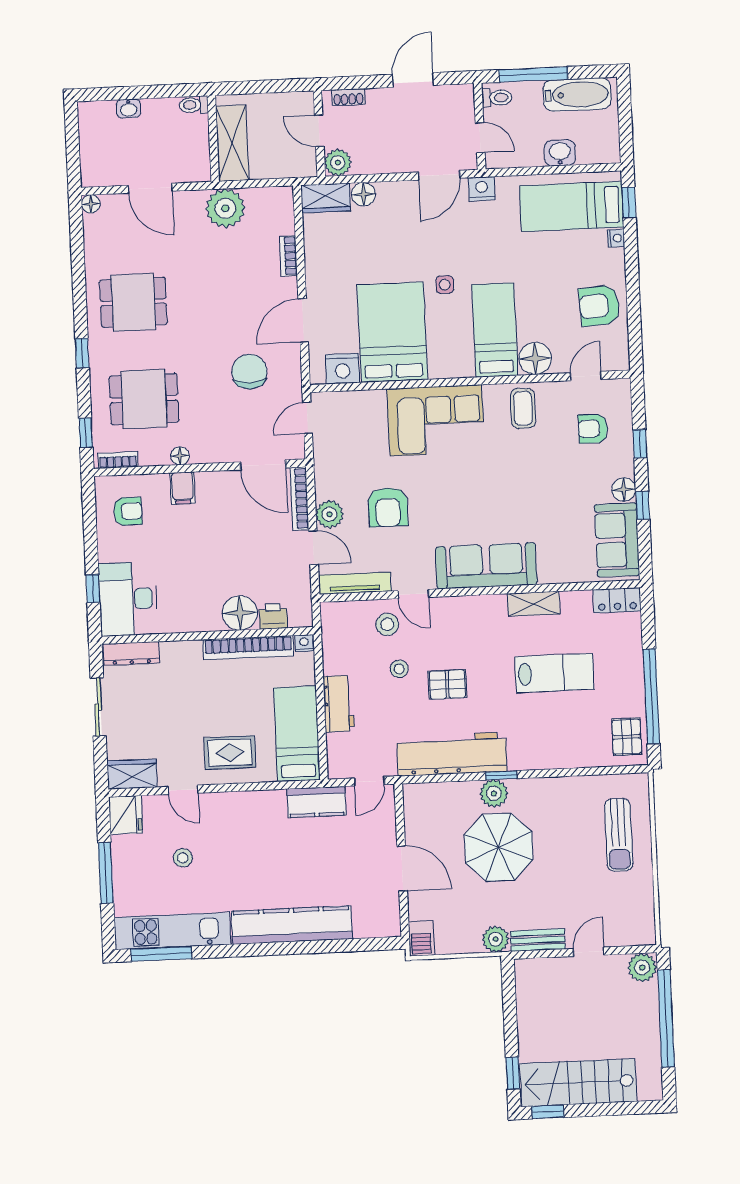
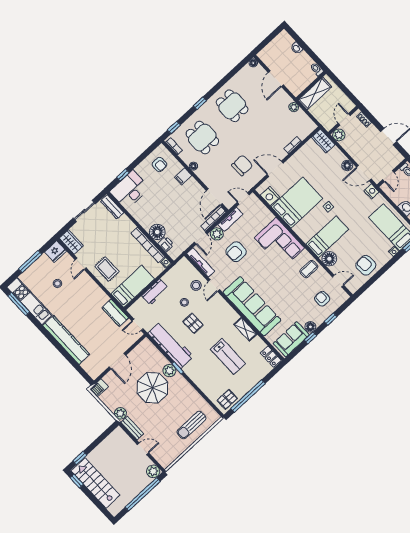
floor lamp: (364, 194) -> (347, 165), moved
plant: (225, 208) -> (294, 107), width x0.53, depth x0.53
tv unit: (324, 470) -> (230, 219), added
sofa: (486, 566) -> (252, 306), width x1.36, depth x1.27

